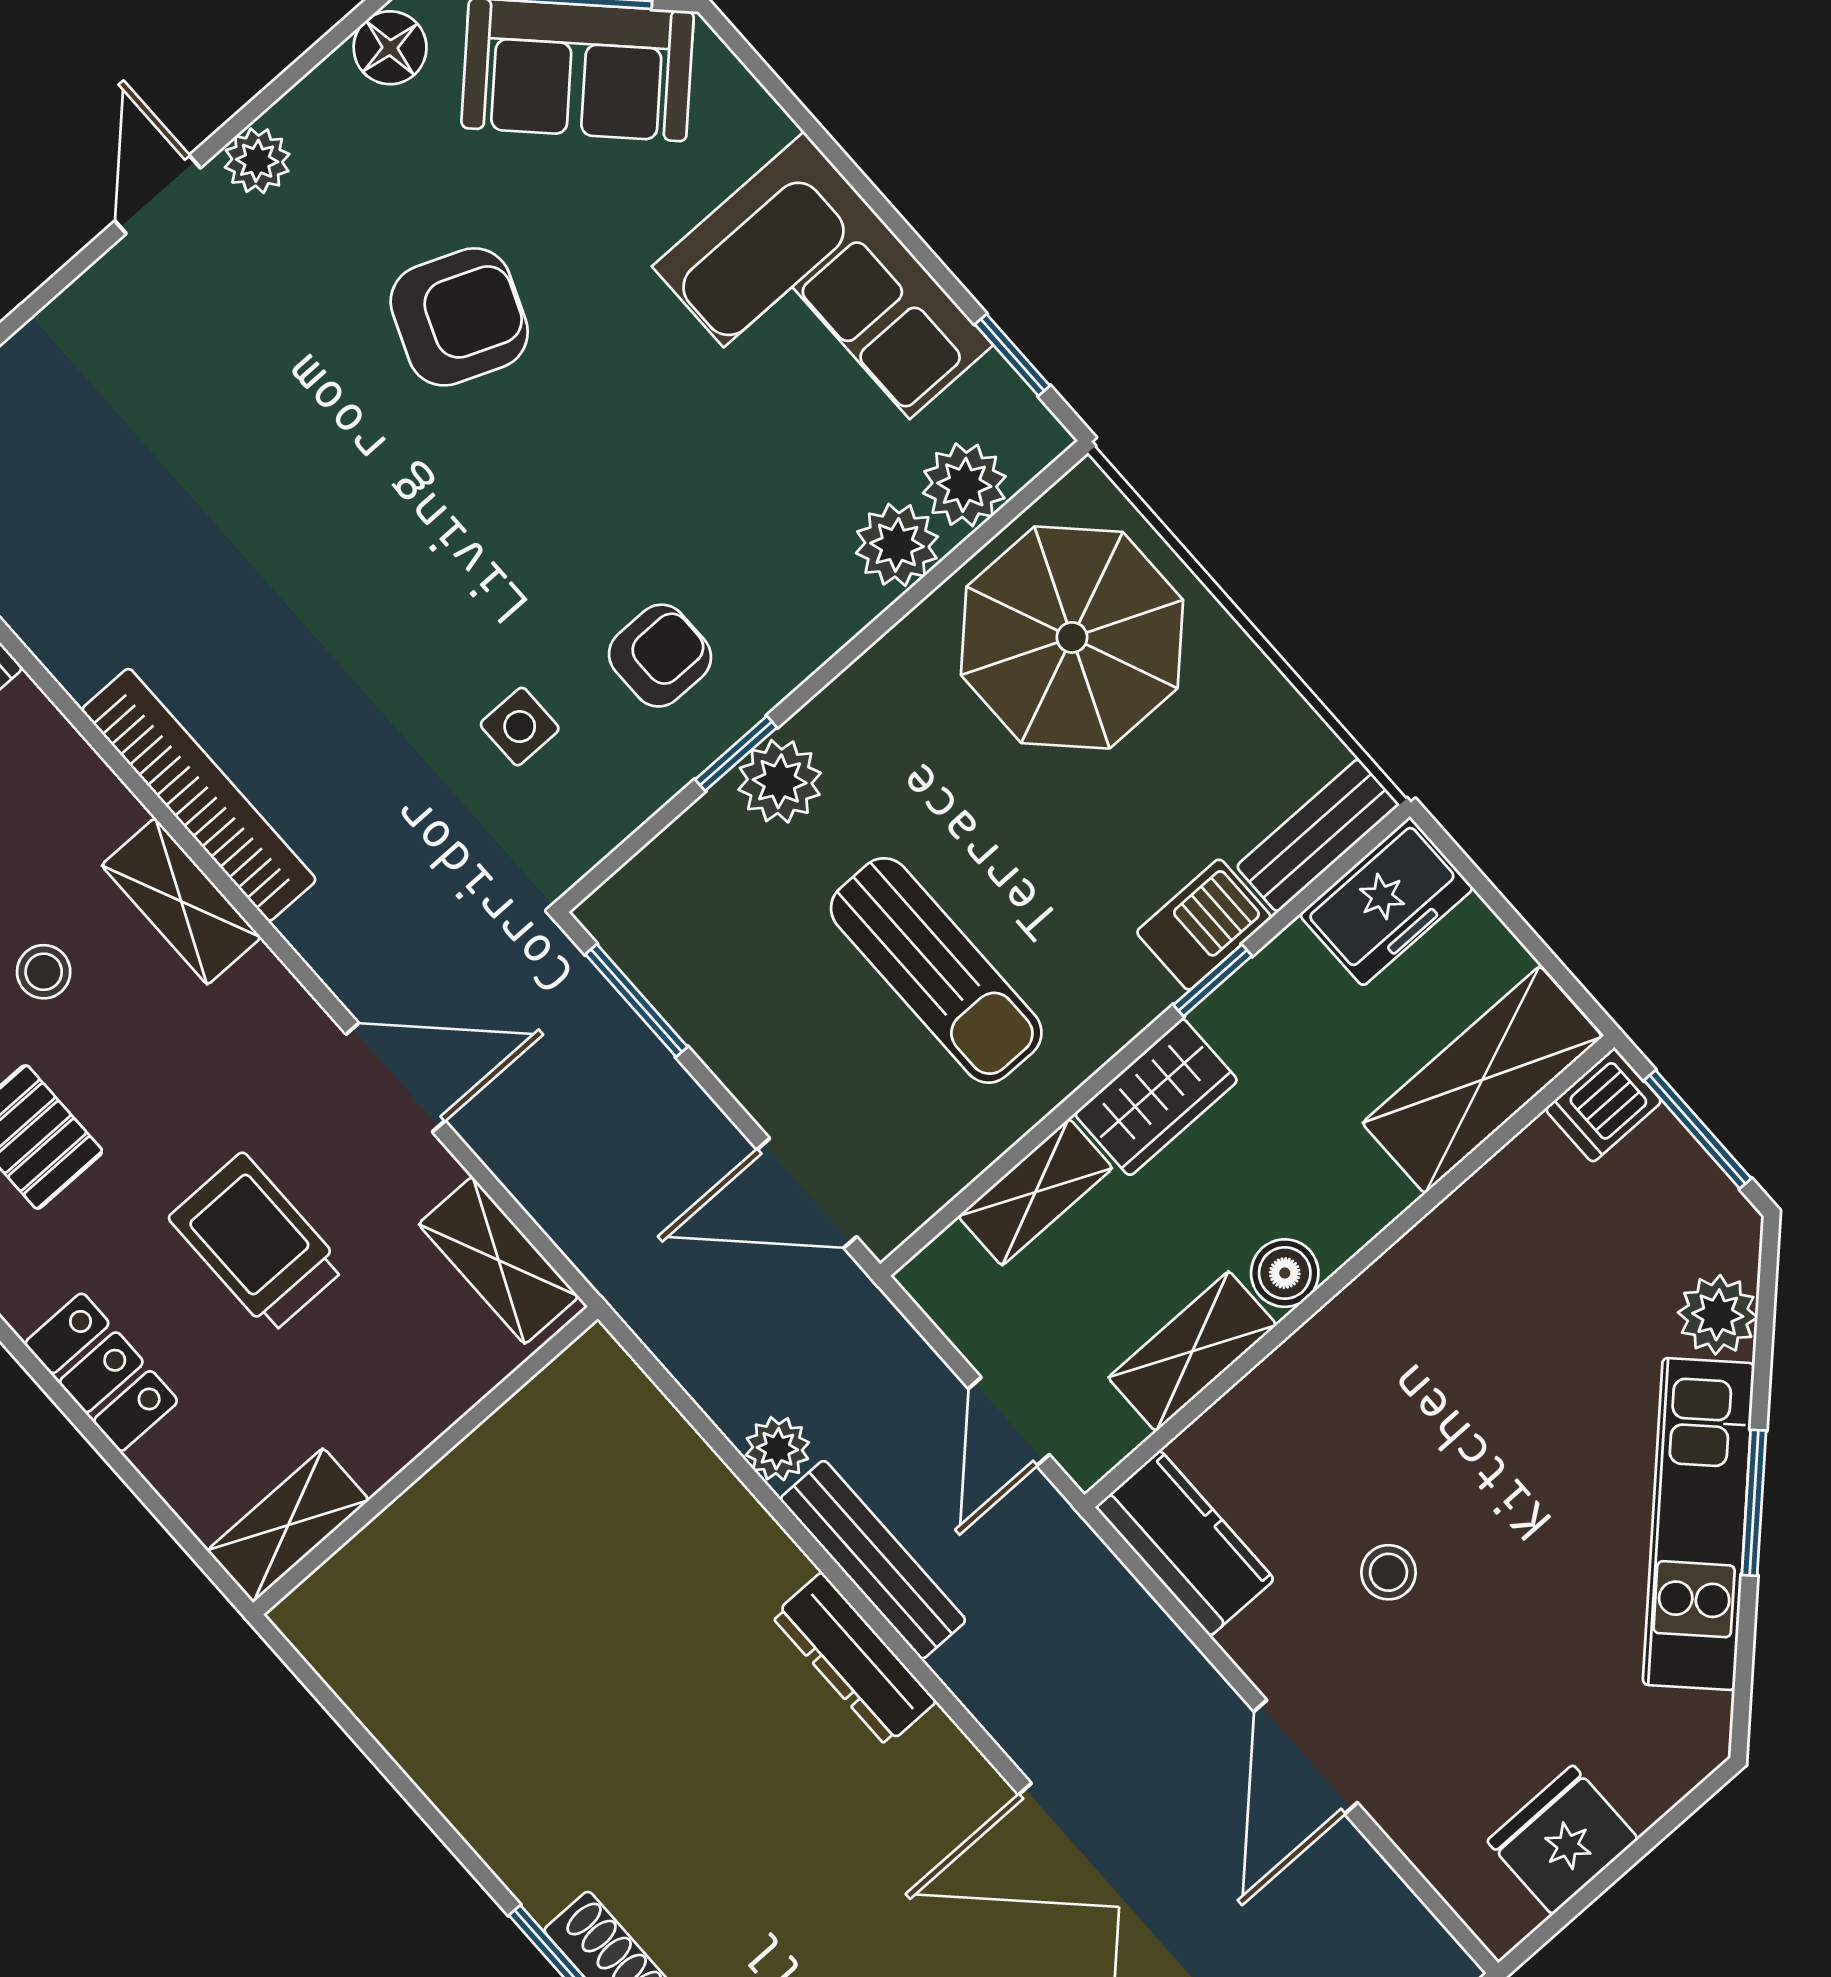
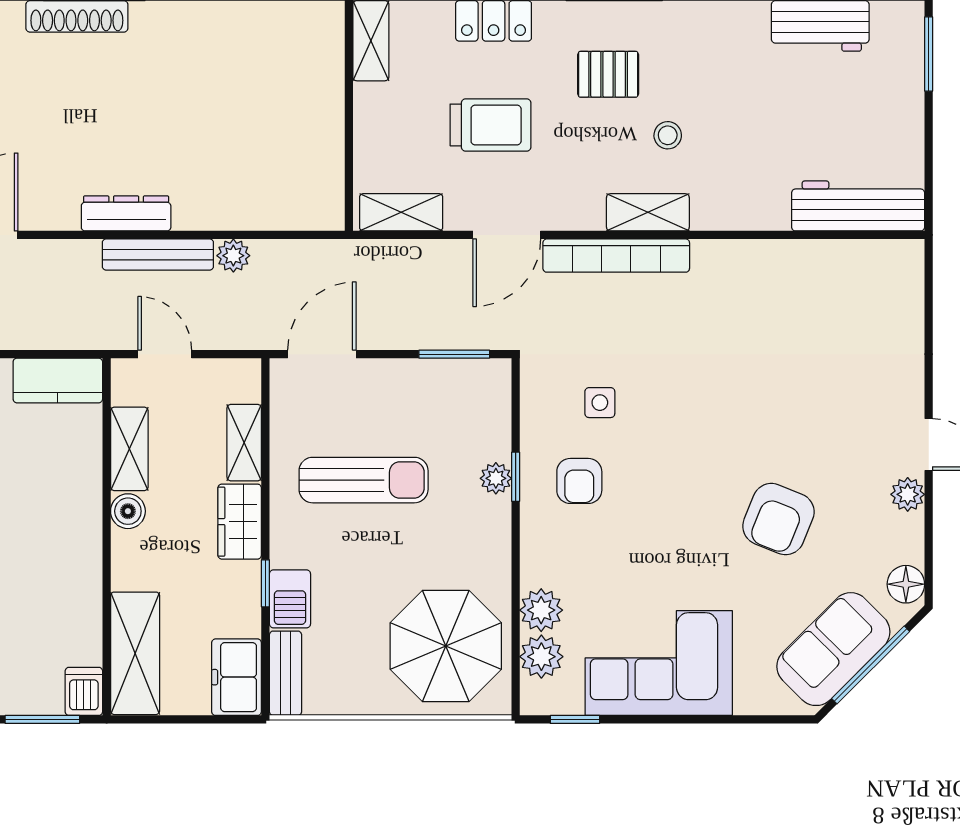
plant: (780, 781) -> (496, 478), width x0.73, depth x0.73
bookcase: (199, 795) -> (616, 256), moved
sun lounger: (936, 970) -> (364, 480), turned 180

